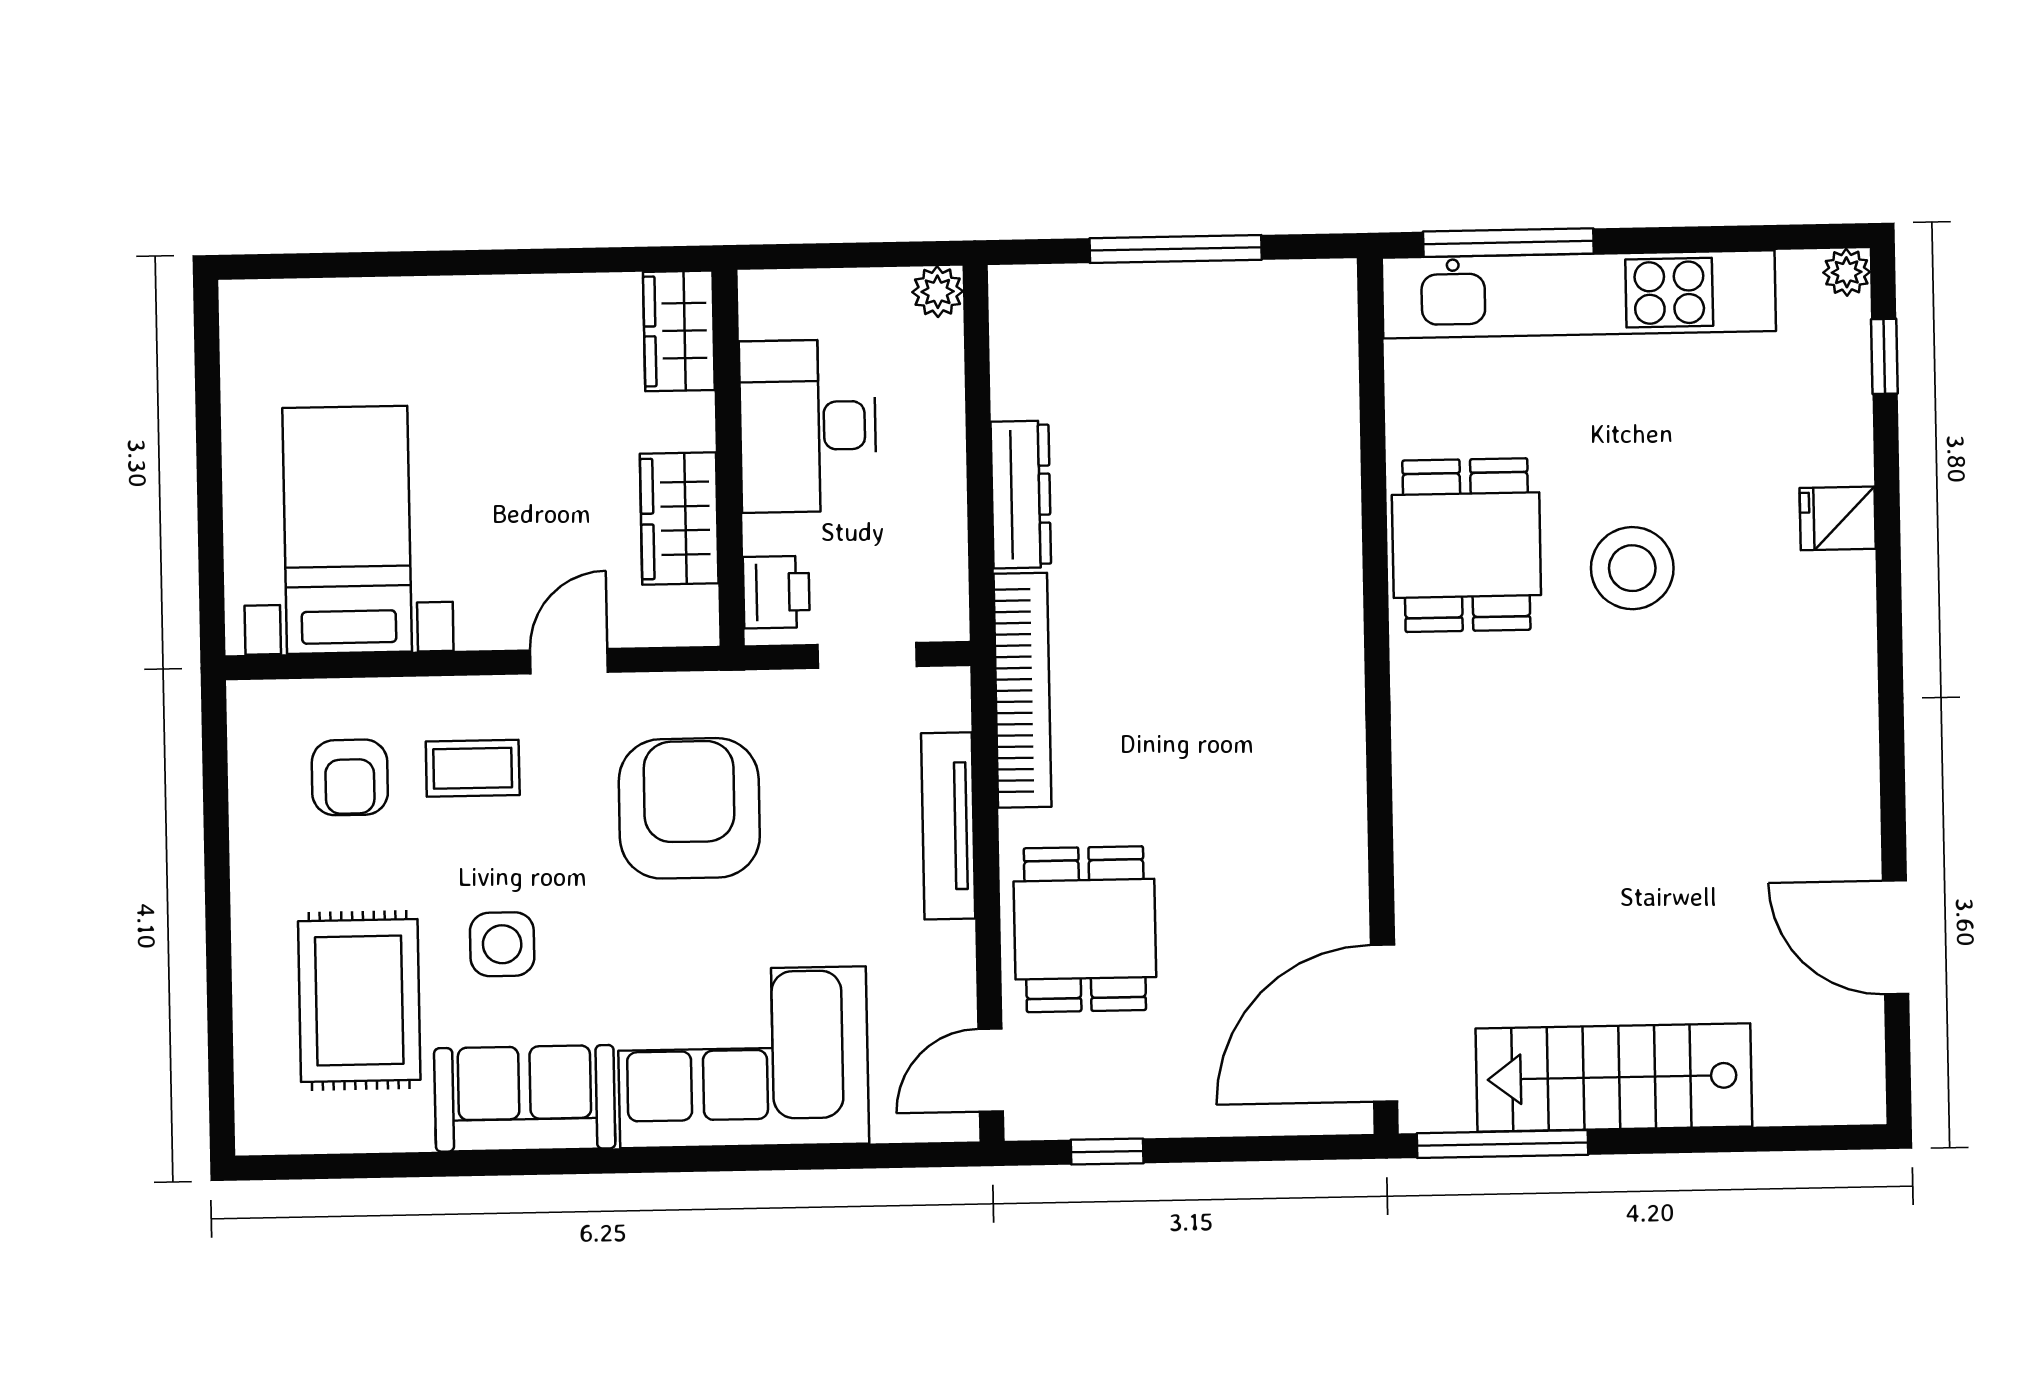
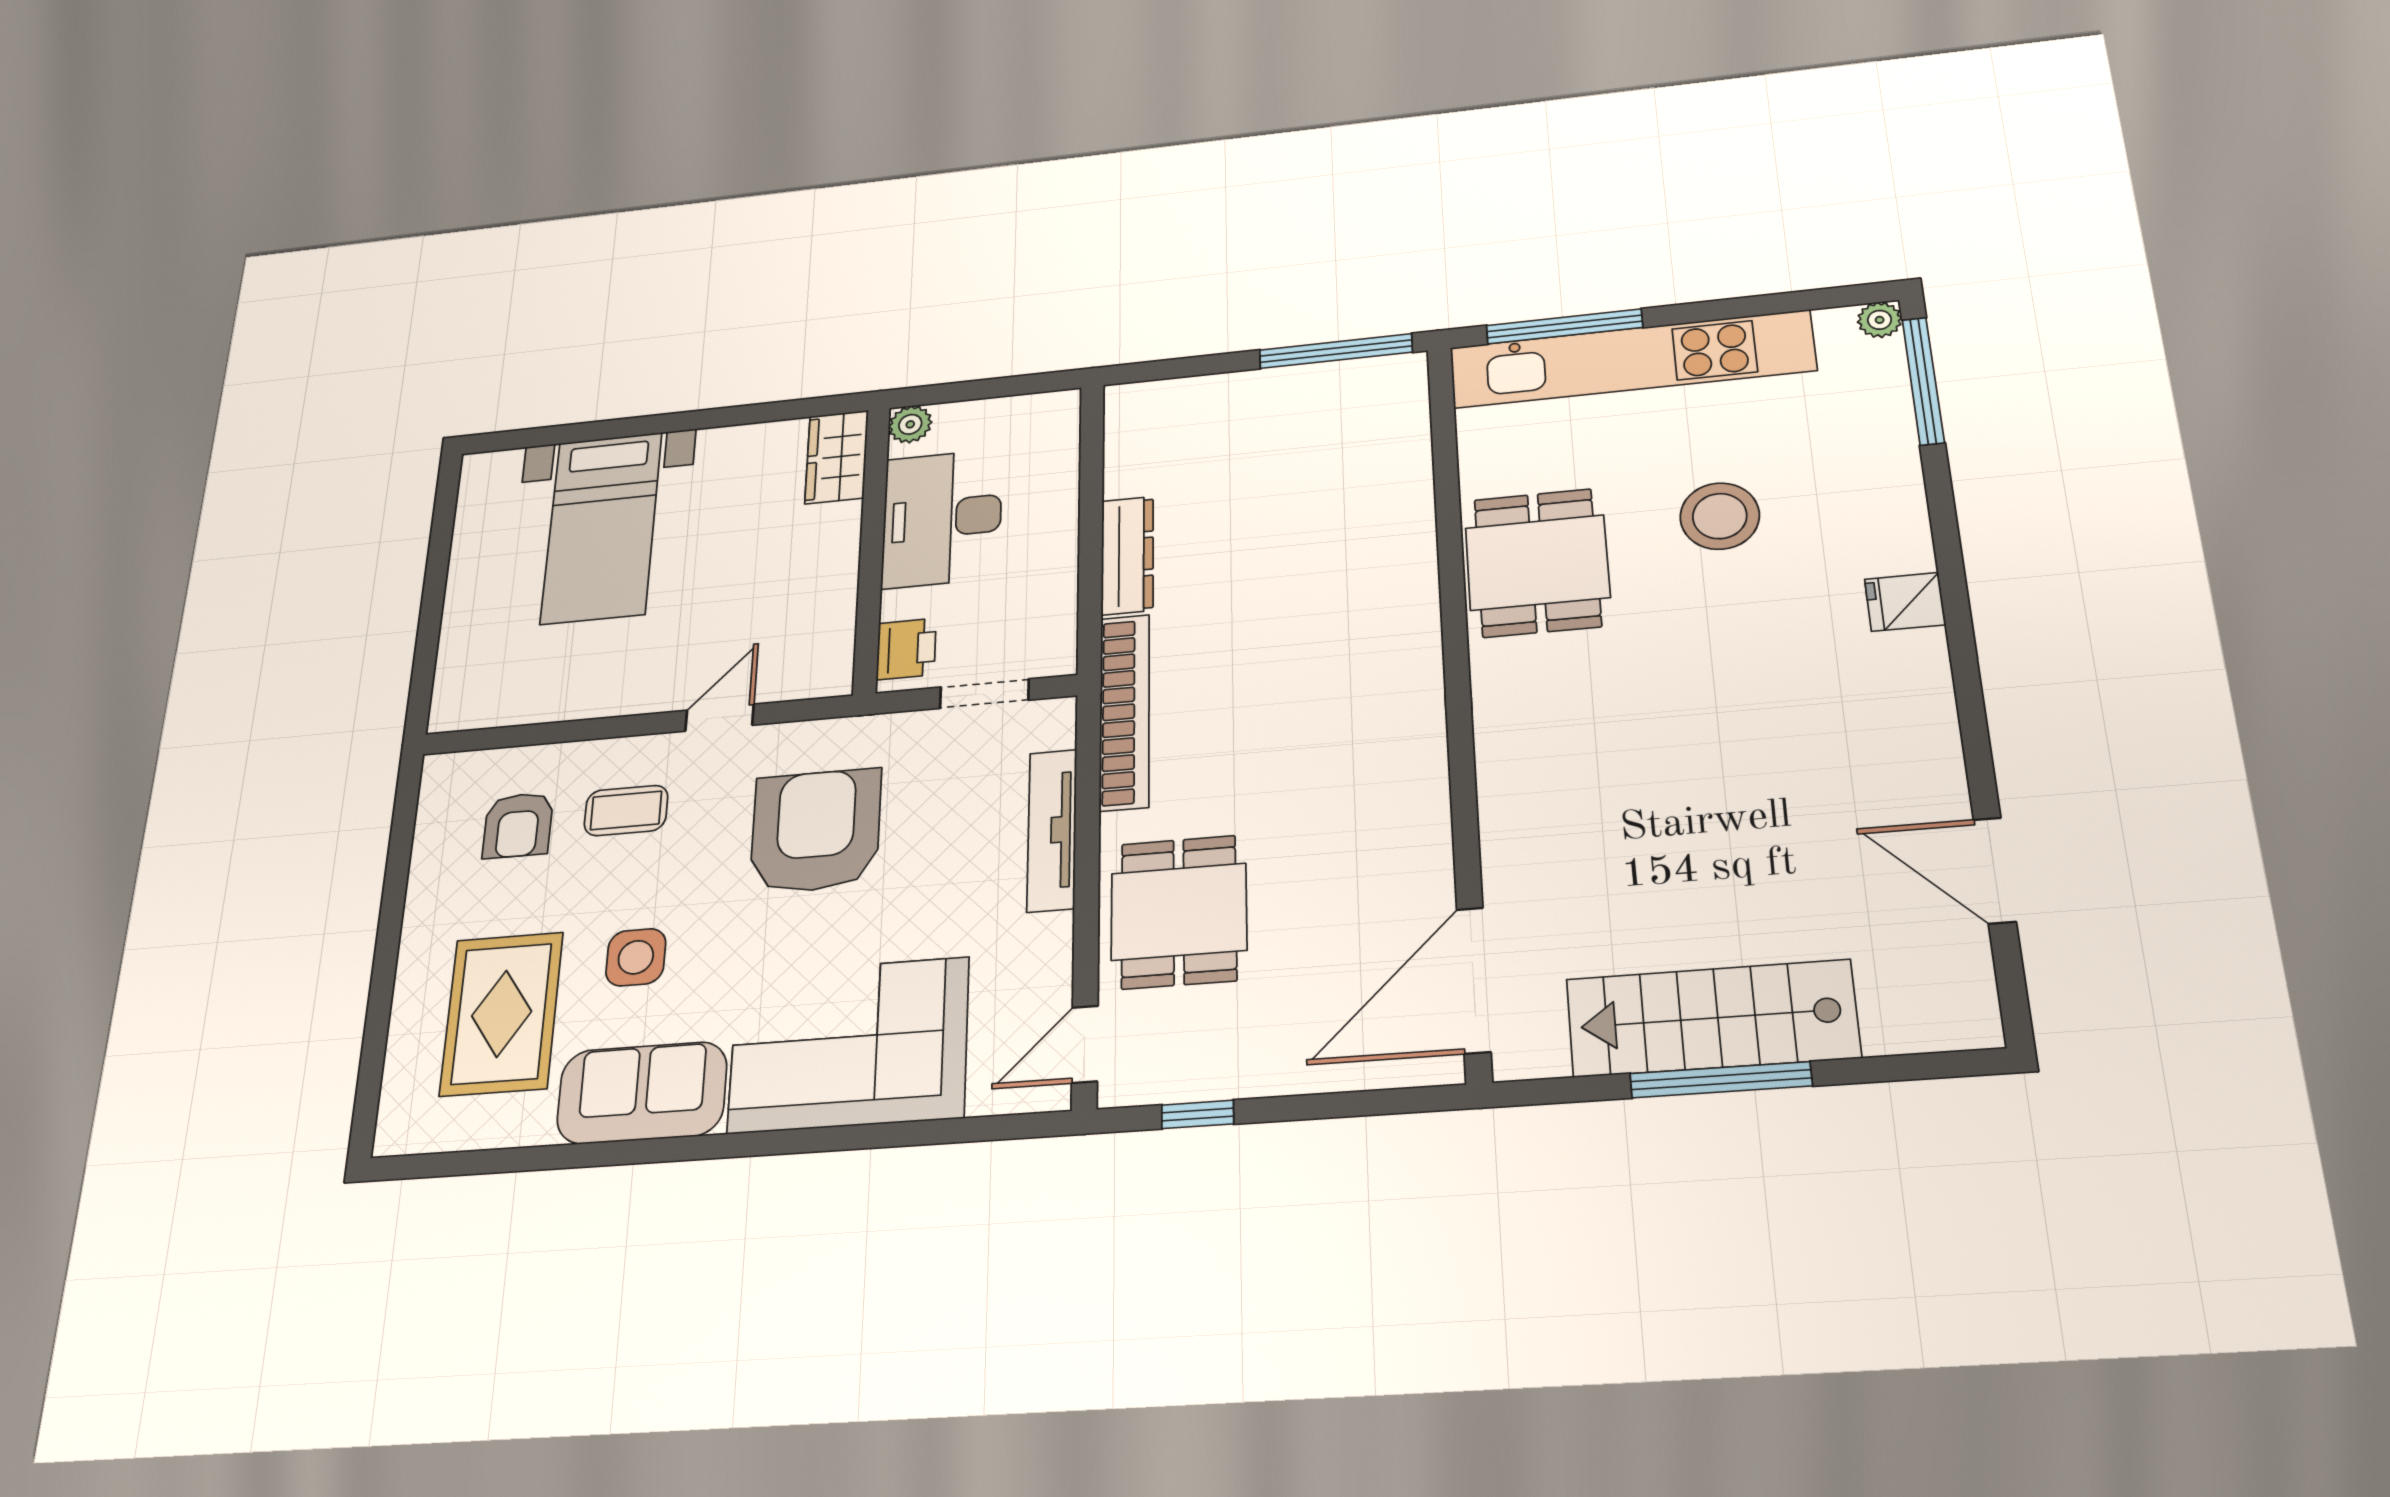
window: (1176, 249) -> (1336, 351), moved
plant: (938, 292) -> (910, 424), moved
window: (1884, 356) -> (1923, 381), width x2.17
wardrobe: (679, 518) -> (825, 598), removed
fridge: (1838, 518) -> (1905, 602), moved
bed with nightstands: (347, 530) -> (602, 527), moved, turned 180
stool: (1632, 568) -> (1720, 516), moved
window: (1503, 1144) -> (1721, 1080), moved

